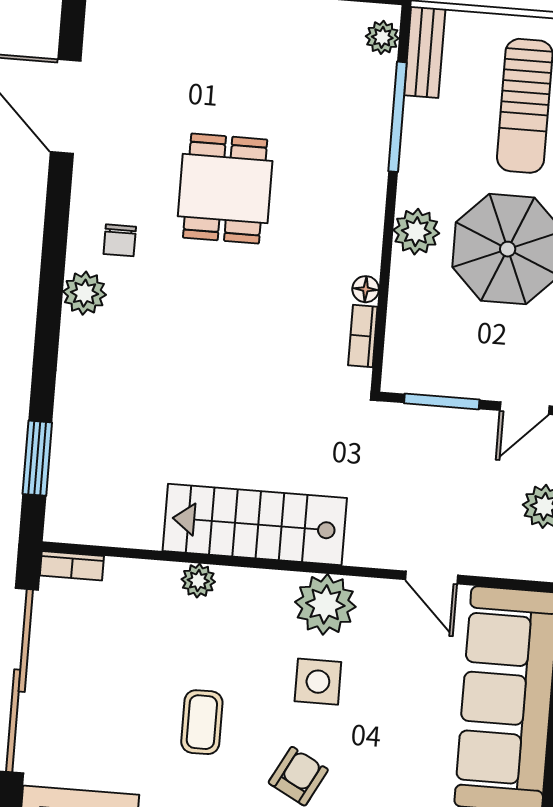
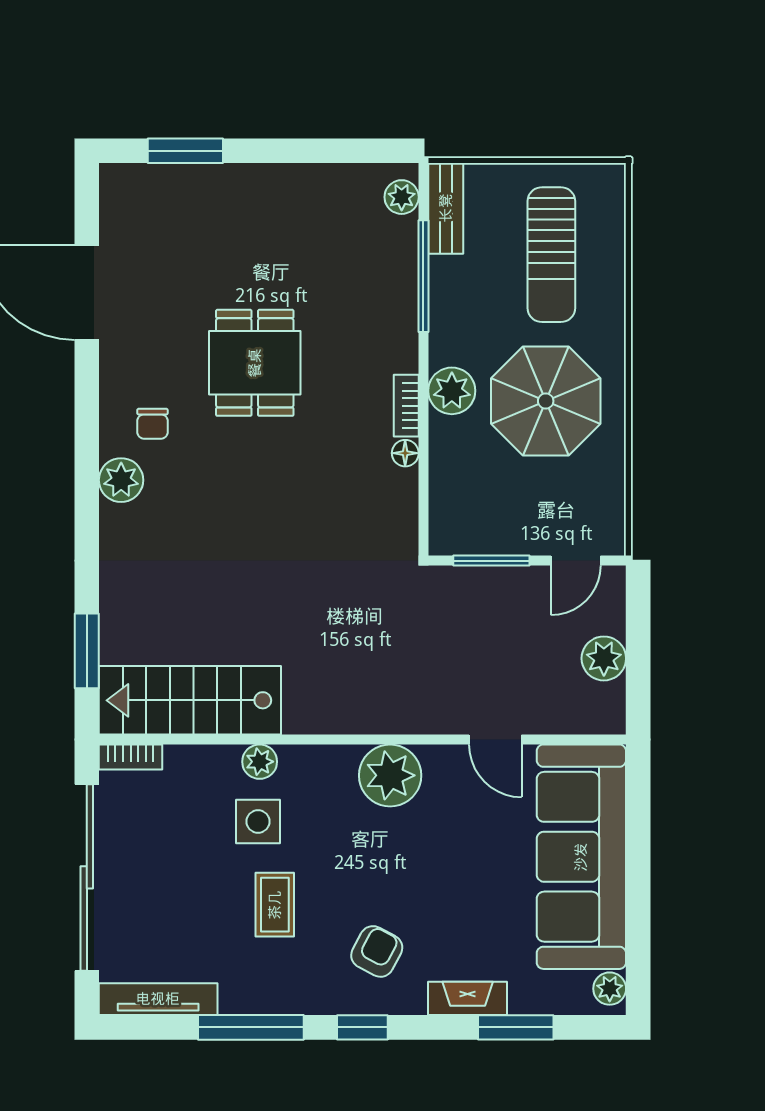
bookcase: (363, 336) -> (406, 406), moved
stairs: (255, 524) -> (190, 700), moved
side table: (318, 682) -> (258, 821), moved

